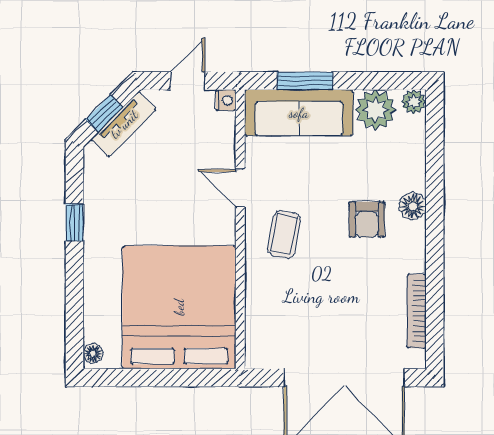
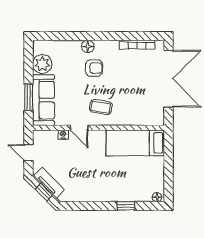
nightstand: (226, 100) -> (63, 135), moved
plant: (414, 102) -> (38, 46), removed
door: (240, 188) -> (79, 128), hinge flipped
window: (75, 223) -> (126, 206), moved
bed: (179, 307) -> (135, 143), width x0.49

